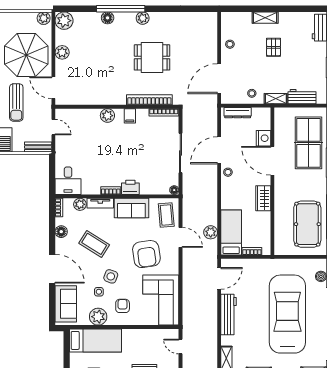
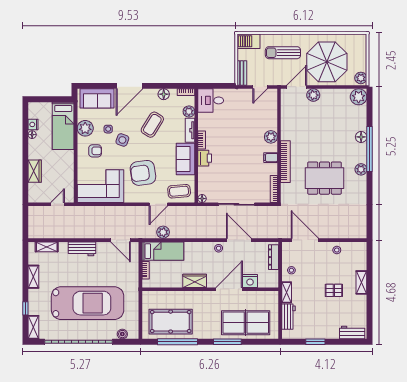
plant: (62, 52) -> (313, 95), moved
dining table: (152, 57) -> (325, 178), width x1.38
bookcase: (149, 100) -> (285, 162), moved
workbench: (229, 314) -> (82, 249), width x0.73

